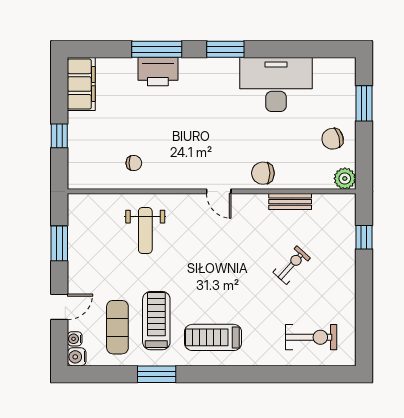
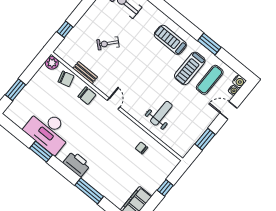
window: (225, 49) -> (41, 152), moved
printer: (158, 72) -> (77, 164), moved
chair: (333, 139) -> (66, 79), moved
treadmill: (213, 337) -> (170, 40), turned 180

